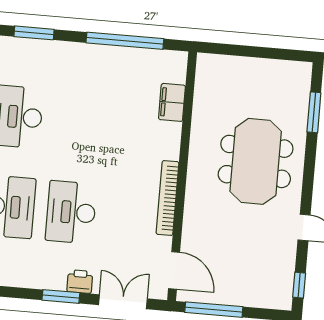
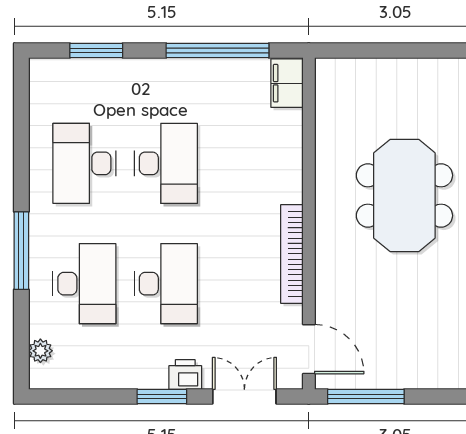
filing cabinet: (172, 102) -> (287, 83), moved
desk: (79, 122) -> (166, 163), added
desk: (71, 212) -> (166, 284), turned 180

